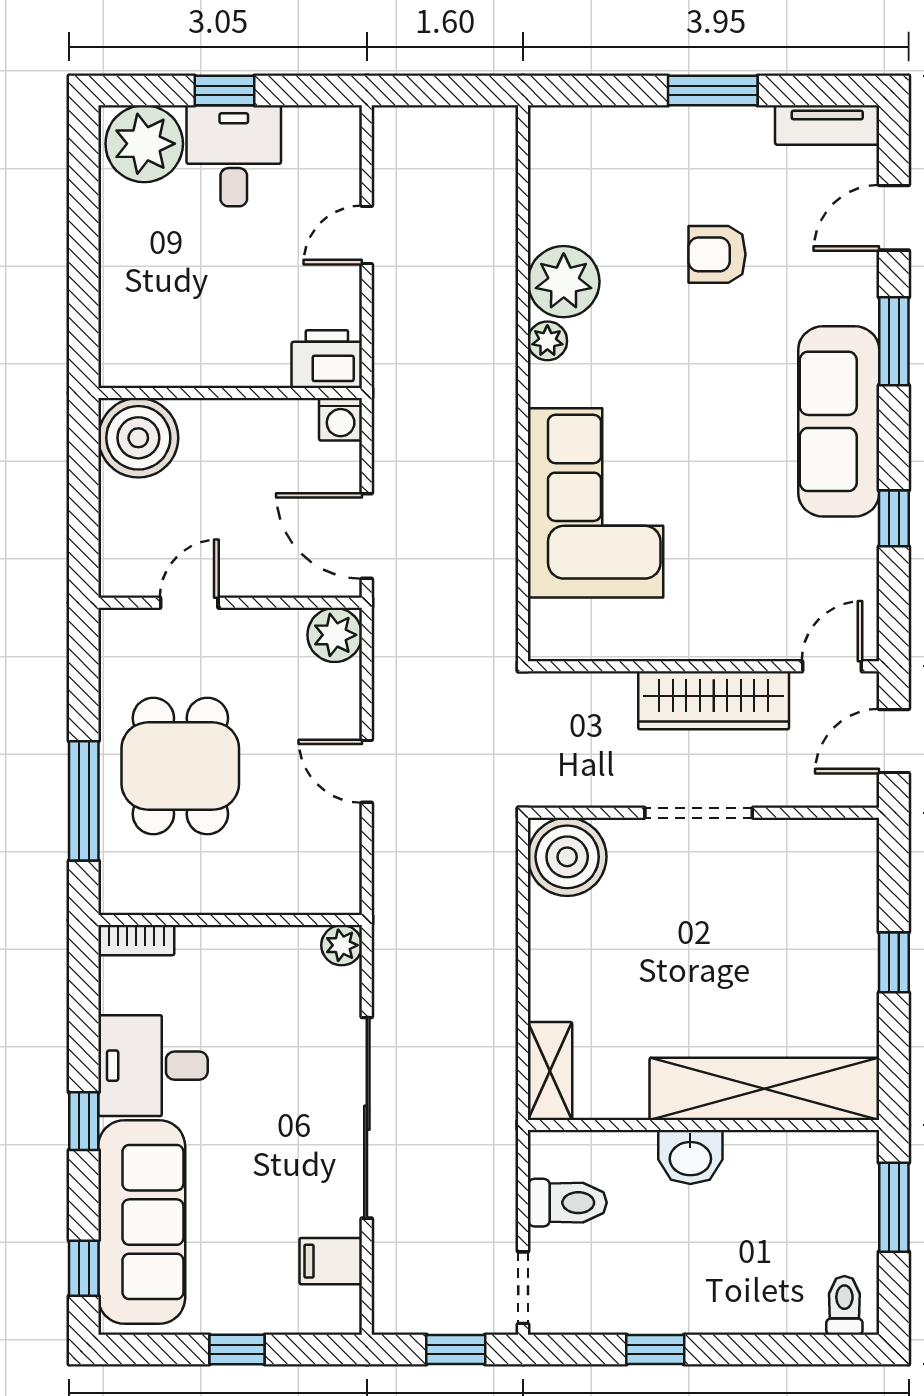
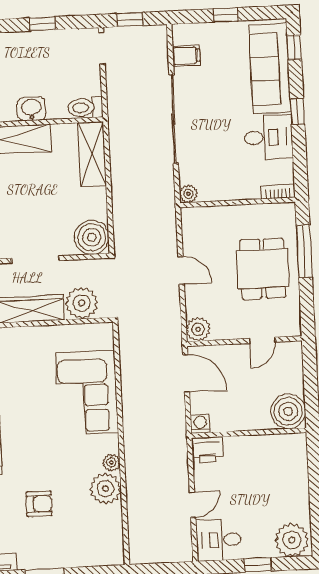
desk: (234, 156) -> (219, 540), moved, turned 90
plant: (598, 708) -> (82, 303), added
shelving: (550, 1071) -> (92, 154), width x1.50, depth x1.33
toilet: (567, 1203) -> (85, 108), moved

